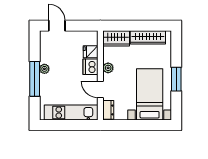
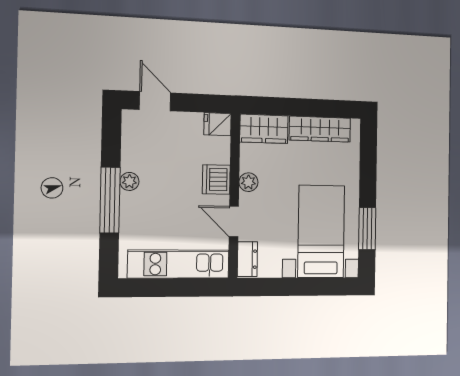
fridge: (91, 52) -> (218, 124), moved
window: (176, 79) -> (367, 229), moved

